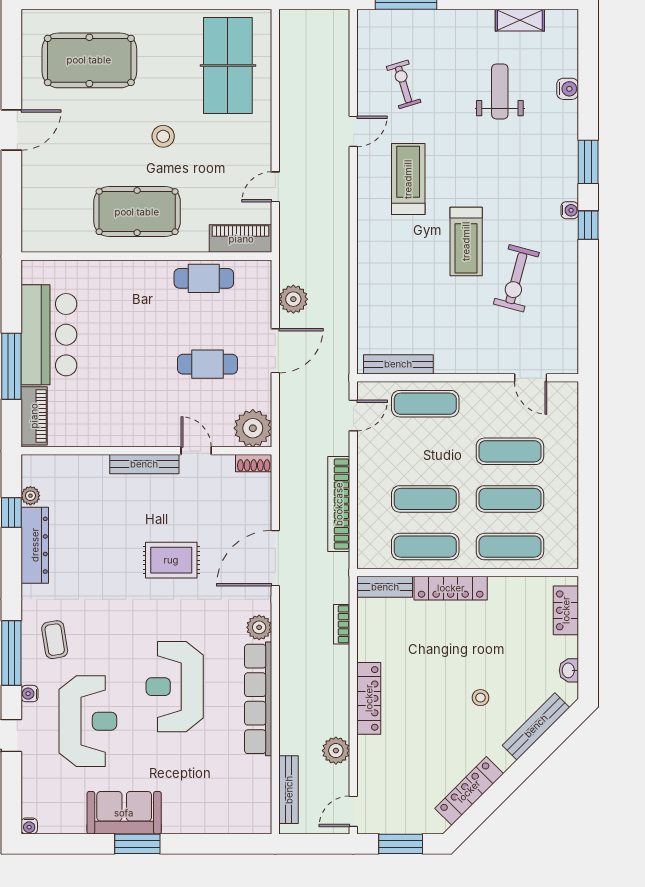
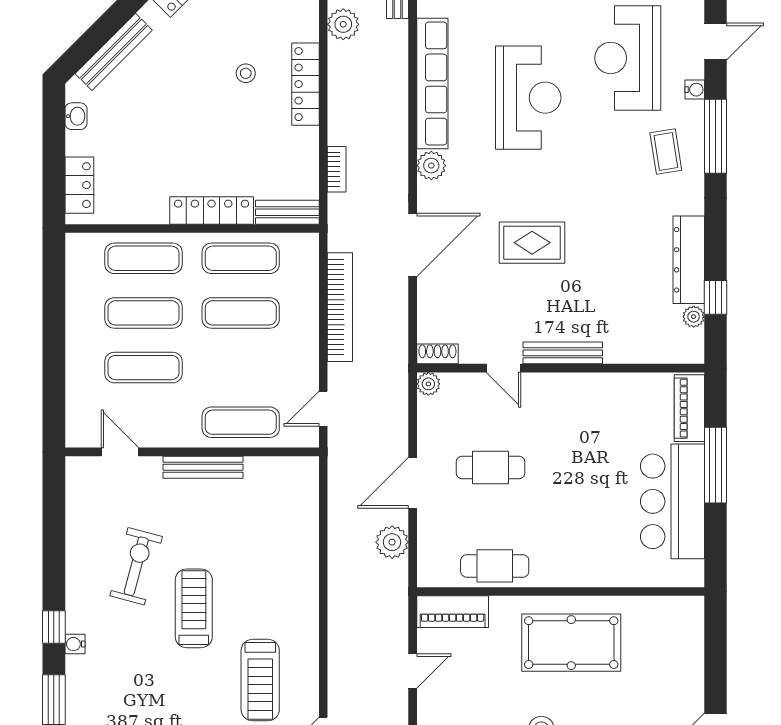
bench: (398, 364) -> (203, 467), moved
plant: (253, 428) -> (428, 384), width x0.53, depth x0.53
stool: (481, 698) -> (246, 73), moved

